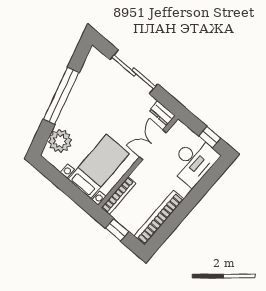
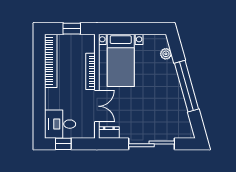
plant: (60, 141) -> (166, 54), width x0.53, depth x0.53
desk: (194, 161) -> (60, 124), width x0.73
bookcase: (119, 196) -> (91, 71), moved

